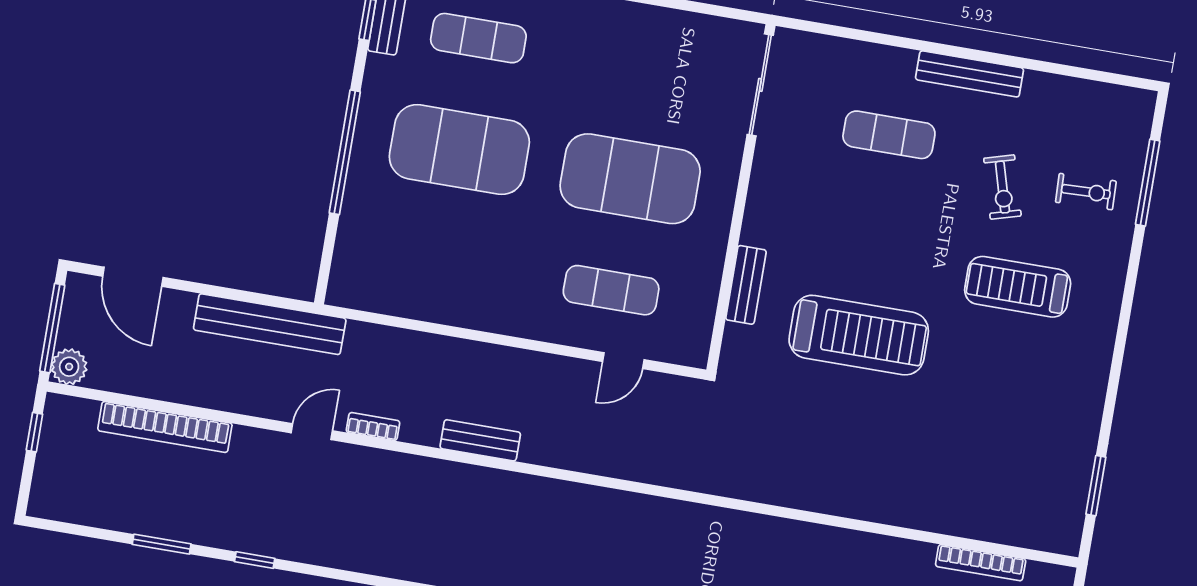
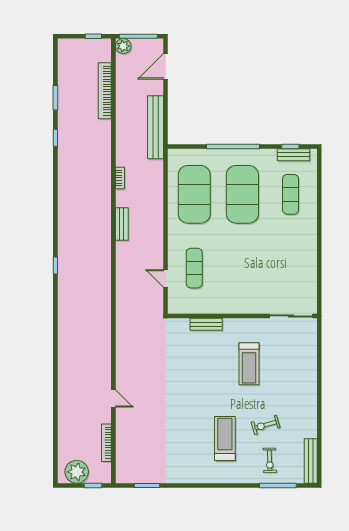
bench: (970, 74) -> (311, 461), moved
exercise mat: (889, 135) -> (279, 374), removed
exercise mat: (630, 179) -> (194, 194), moved
treadmill: (859, 335) -> (249, 364), moved, width x0.73, depth x0.73
door: (312, 432) -> (113, 398), moved

